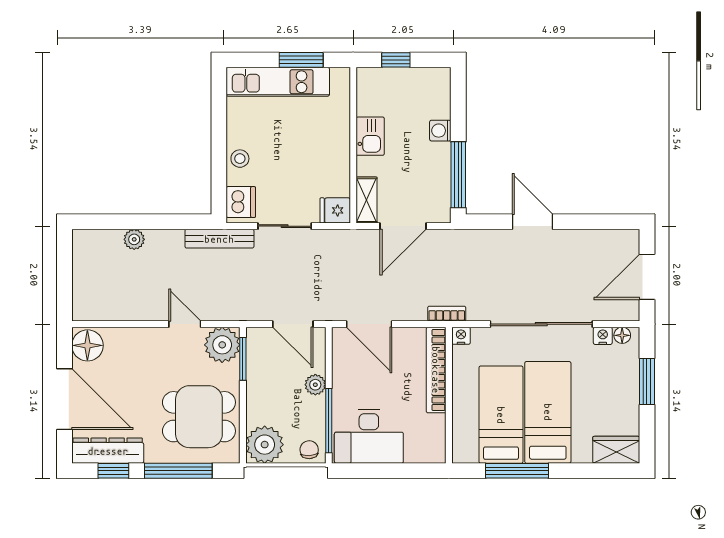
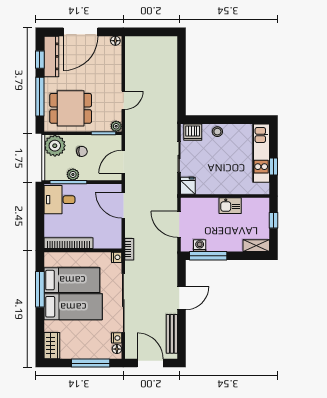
window: (301, 60) -> (274, 166), width x0.67
washing machine: (440, 131) -> (200, 246), moved
shelving: (367, 200) -> (256, 246), moved
plant: (134, 239) -> (171, 71), removed
bench: (219, 239) -> (172, 334), moved
door: (369, 324) -> (123, 205), hinge flipped
floor lamp: (87, 345) -> (115, 41), width x0.53, depth x0.53
plant: (222, 345) -> (116, 126), width x0.53, depth x0.53
bookcase: (436, 370) -> (69, 243), moved
window: (647, 381) -> (91, 363), width x1.44
plant: (315, 385) -> (73, 174), moved
dining table: (199, 417) -> (71, 108), turned 90
desk: (369, 436) -> (59, 200), width x0.73
chair: (309, 450) -> (82, 151), moved

